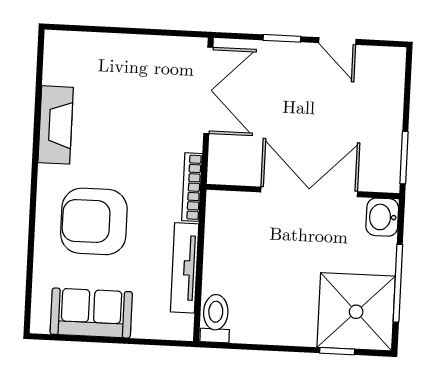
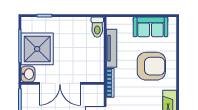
shower: (356, 312) -> (37, 49), moved

